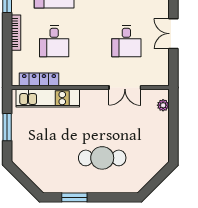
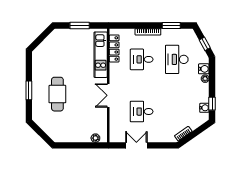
double door: (173, 34) -> (136, 145), moved
double door: (125, 88) -> (108, 95), moved
window: (74, 197) -> (29, 90), moved

